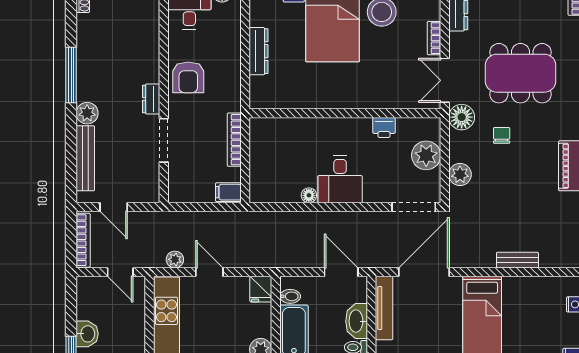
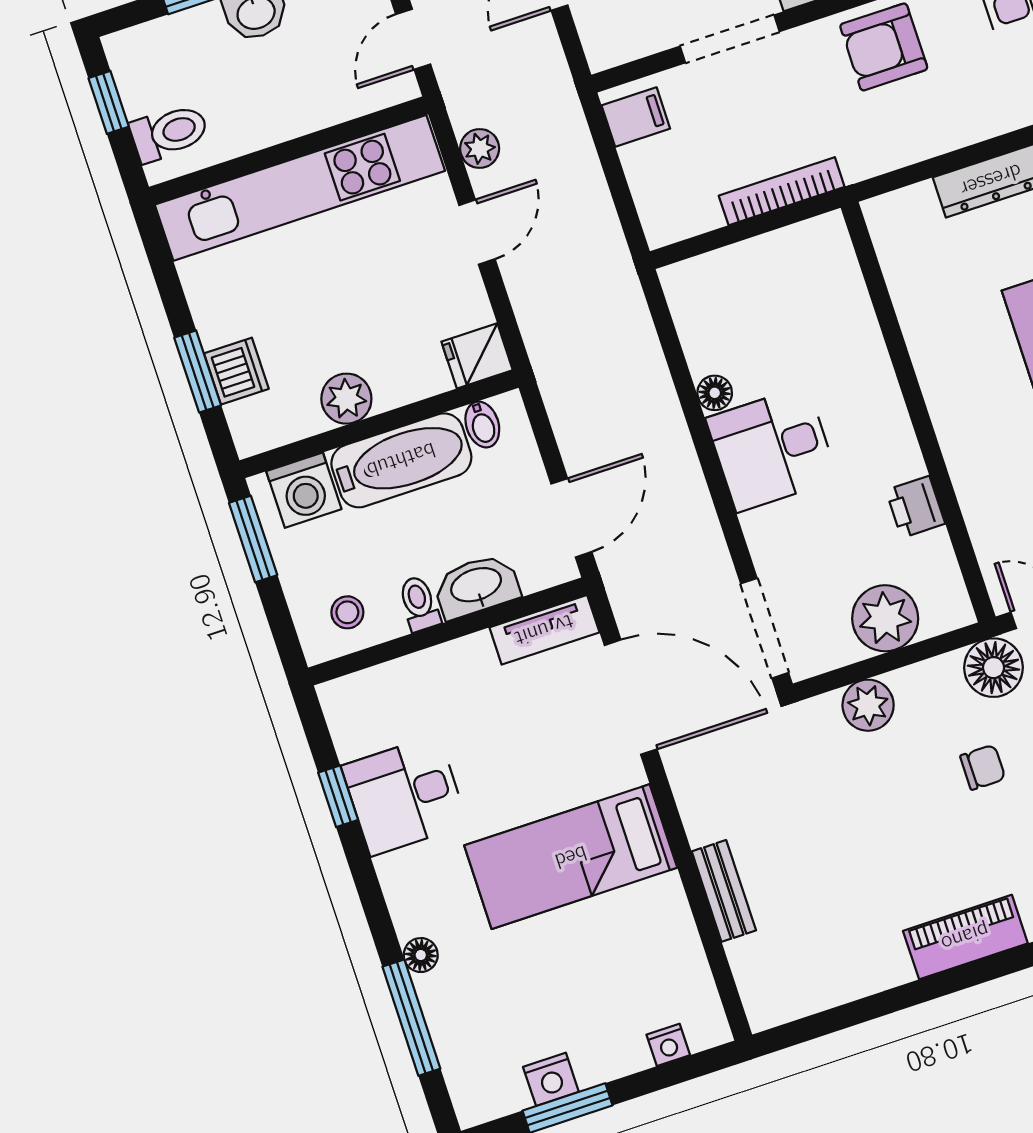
filing cabinet: (228, 192) -> (636, 117), moved, turned 90
tv unit: (384, 308) -> (544, 630), width x0.71

